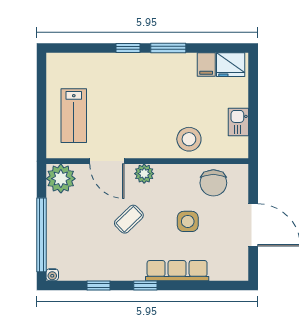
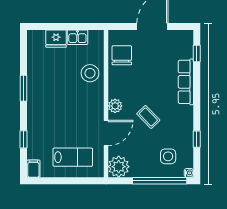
window: (128, 48) -> (23, 139), moved
filing cabinet: (206, 64) -> (33, 169), moved, turned -90
fridge: (231, 65) -> (56, 39), moved, turned 90
chair: (213, 183) -> (122, 55), turned -90
side table: (188, 221) -> (168, 156), moved
window: (145, 286) -> (197, 54), moved

